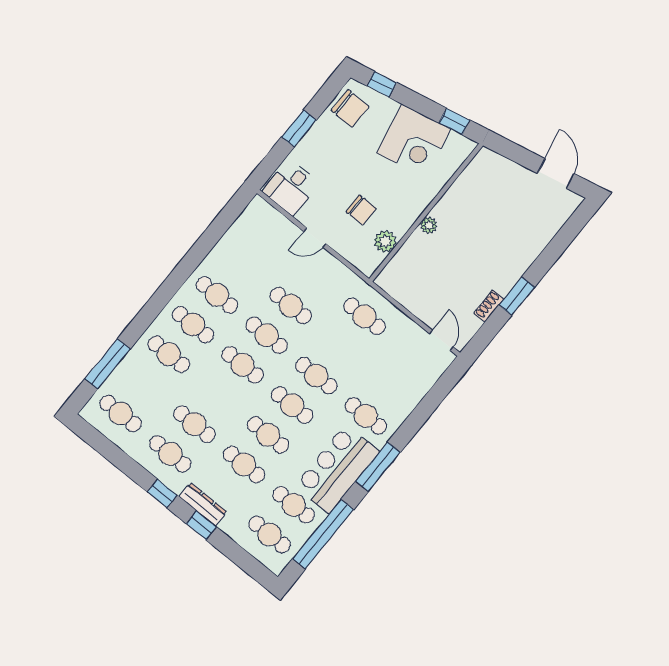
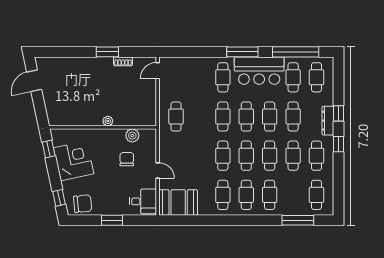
chair: (350, 108) -> (83, 204), turned 85
booth: (253, 231) -> (178, 202), added
cafe table: (291, 306) -> (270, 156), moved

